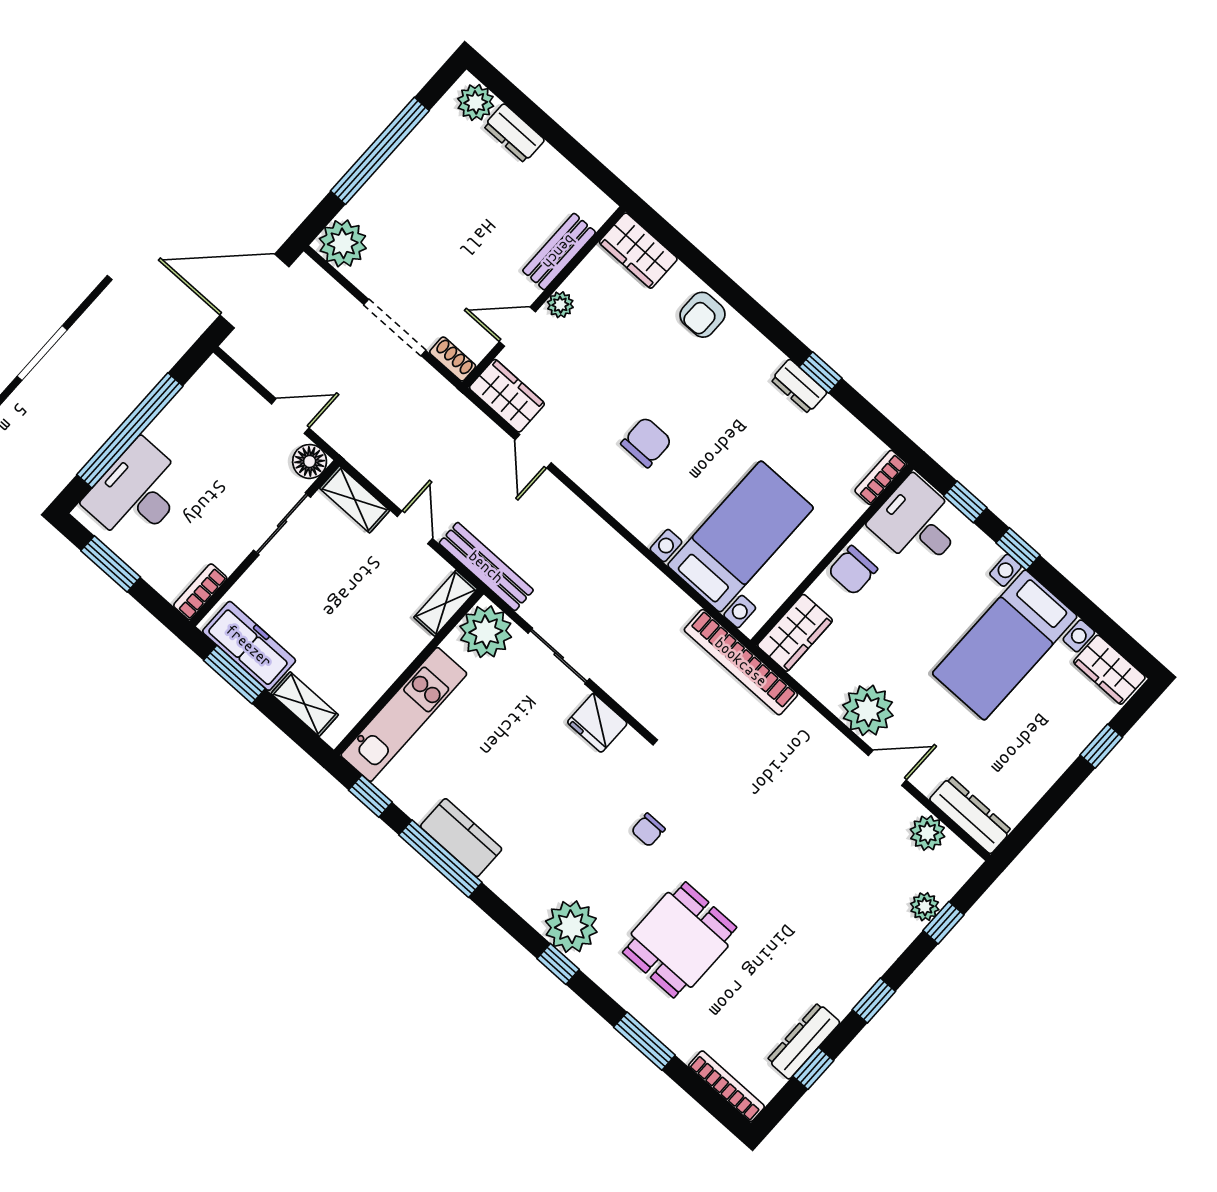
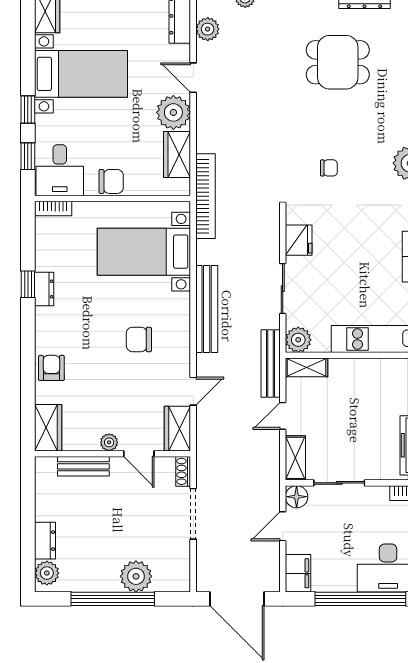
plant: (343, 243) -> (136, 576), moved
armchair: (702, 315) -> (51, 368), turned -90
filing cabinet: (222, 386) -> (298, 573), added
door: (290, 416) -> (283, 526), hinge flipped
bench: (612, 550) -> (207, 309), added
plant: (486, 632) -> (298, 340), width x0.73, depth x0.73
wardrobe: (795, 633) -> (177, 154), moved, turned -90
dining table: (680, 940) -> (338, 62), moved

